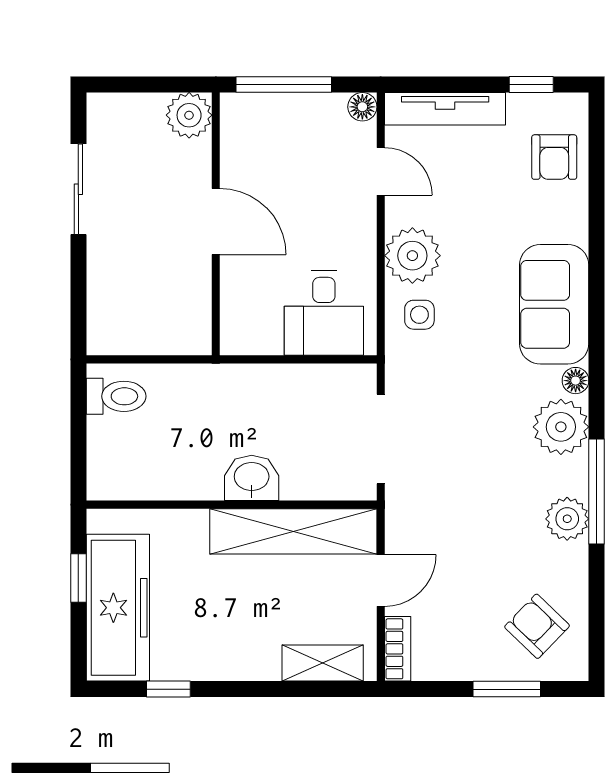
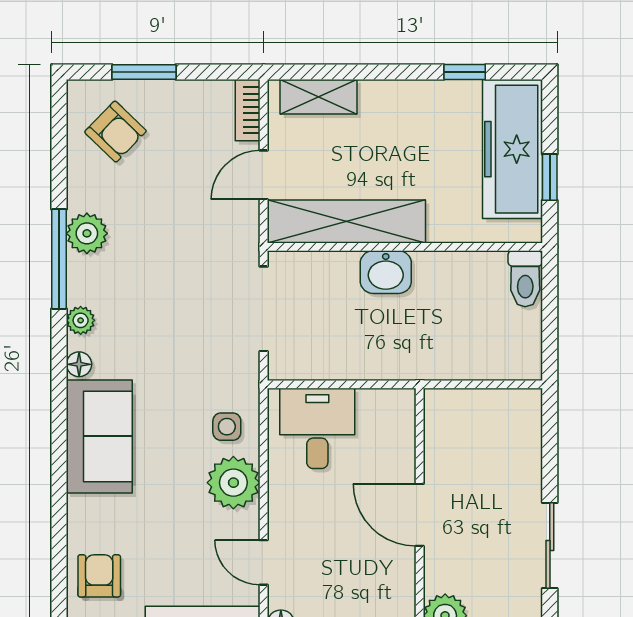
toilet: (116, 396) -> (525, 279), moved, turned -90
plant: (561, 427) -> (81, 320), width x0.53, depth x0.53

